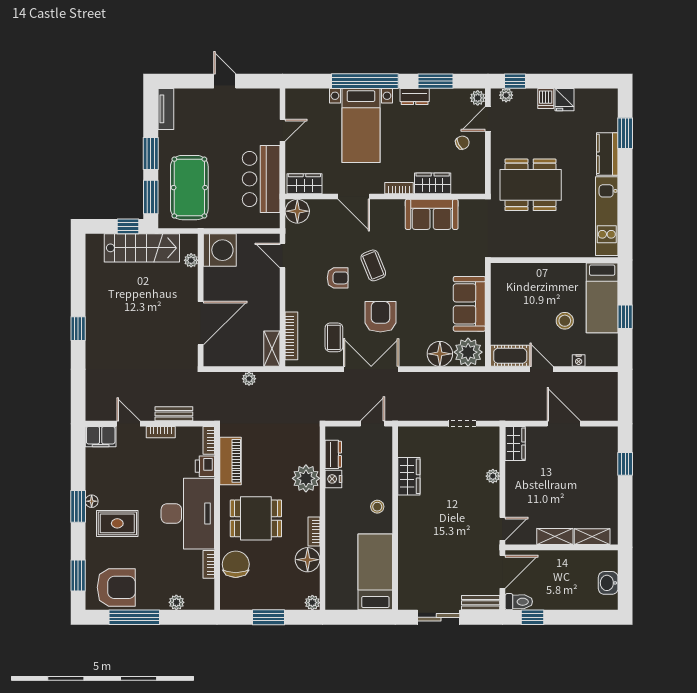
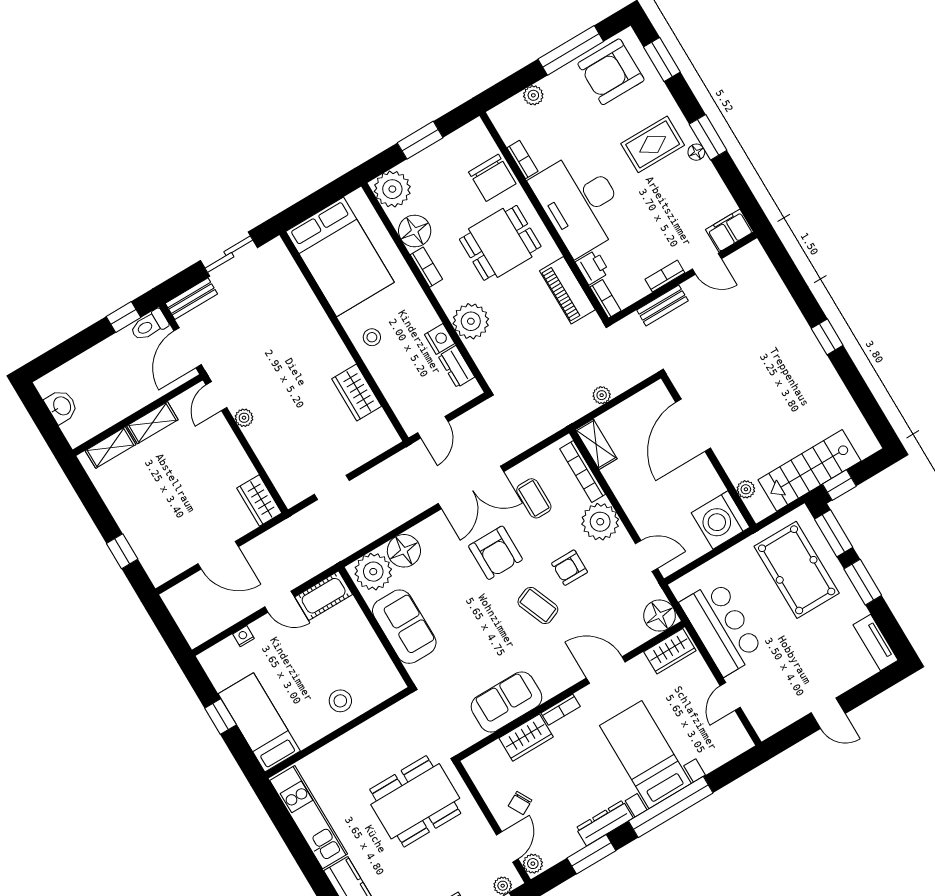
dresser: (415, 96) -> (605, 823), width x1.44
plant: (300, 296) -> (600, 522), added
stool: (565, 321) -> (340, 701), moved
plant: (493, 476) -> (244, 418), moved
bed: (375, 572) -> (340, 257), width x1.50
plant: (312, 603) -> (392, 189), width x1.87, depth x1.87

